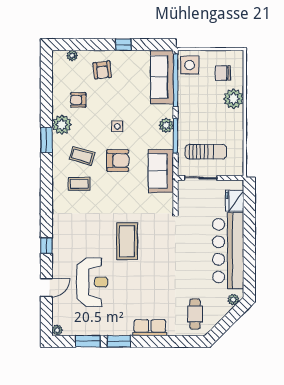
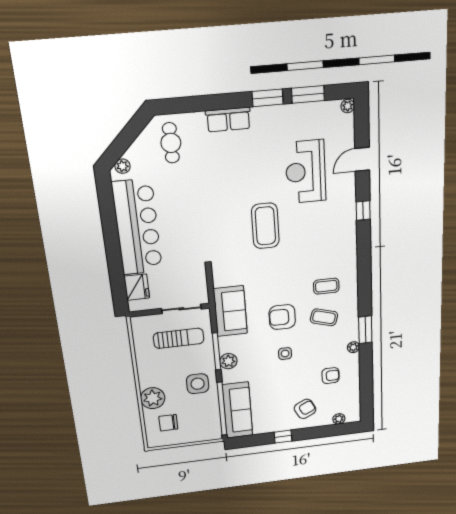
side table: (190, 65) -> (198, 384), moved
armchair: (102, 70) -> (305, 409), turned 69
chair: (223, 73) -> (168, 423), turned 180
plant: (62, 125) -> (353, 347), width x0.53, depth x0.53
sun lounger: (206, 152) -> (179, 338), turned 180

